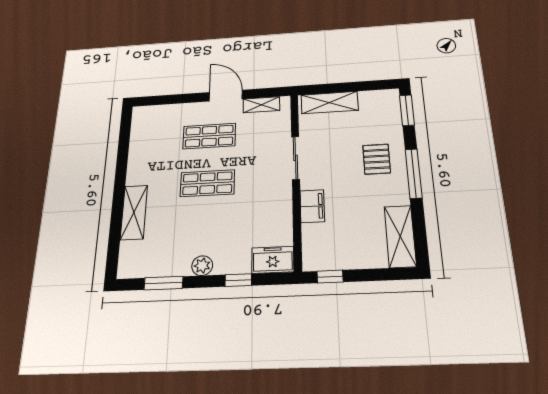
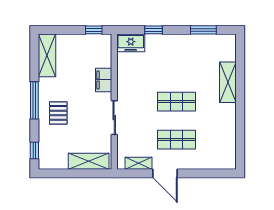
window: (407, 110) -> (34, 150), width x0.67
plant: (202, 266) -> (178, 41), removed

